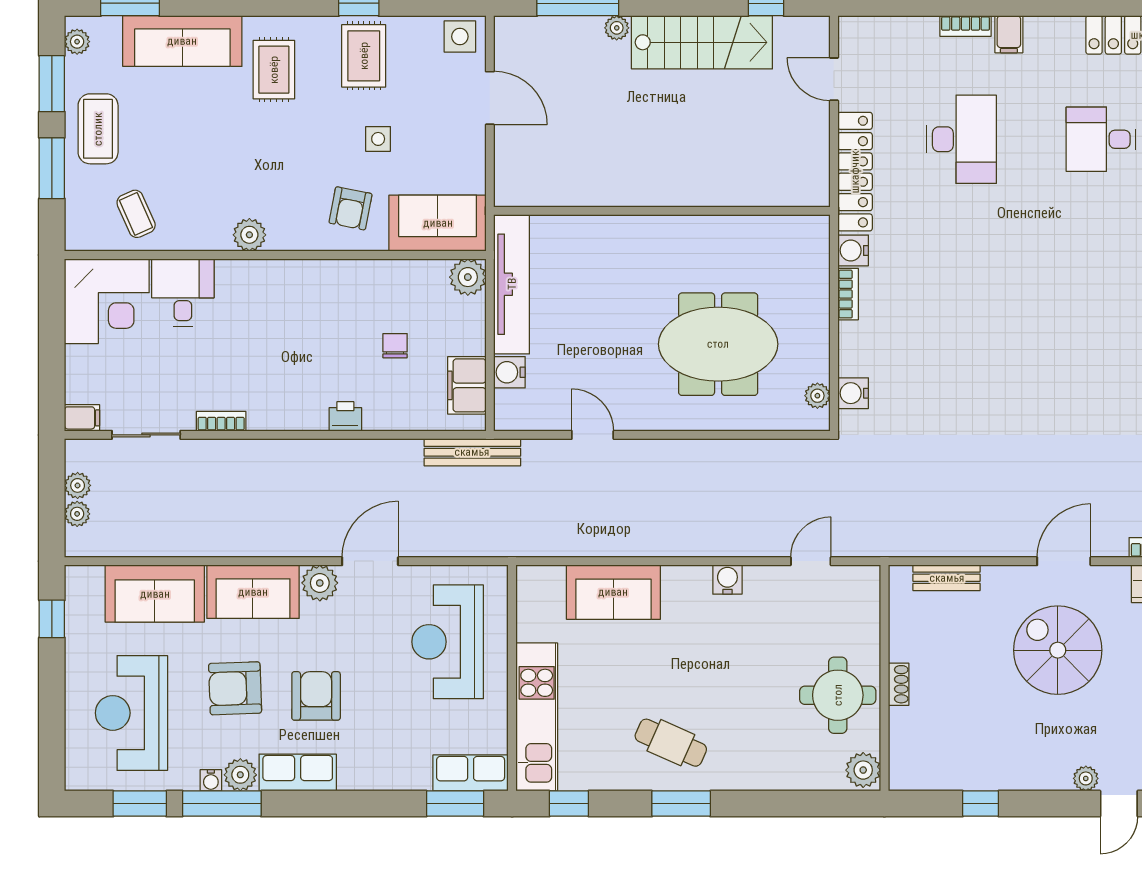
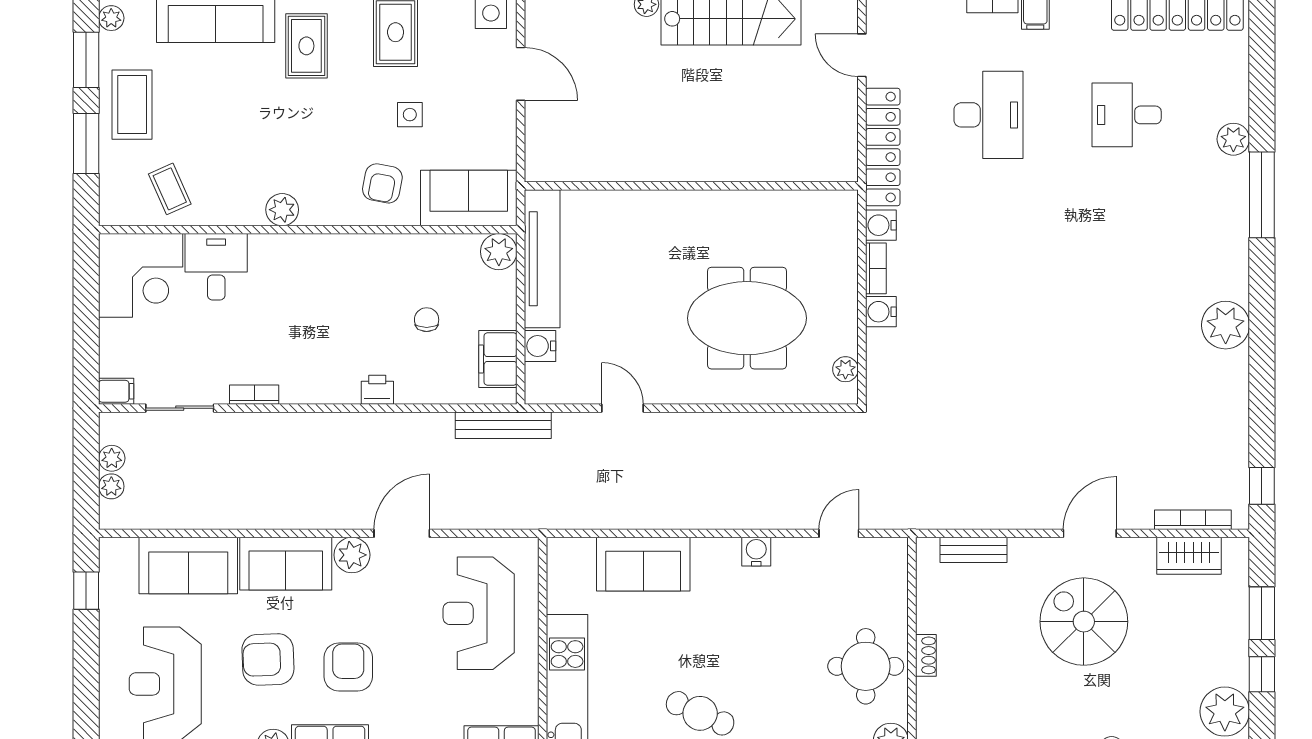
water cooler: (853, 393) -> (881, 312), moved

